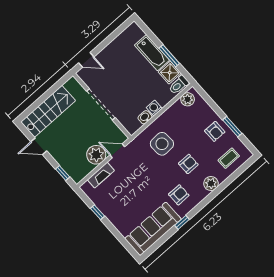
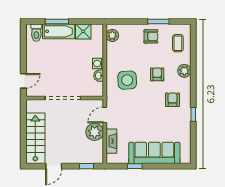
window: (169, 56) -> (57, 21), moved
toilet: (179, 85) -> (36, 33), moved
sofa: (153, 229) -> (154, 153), moved, turned 90

